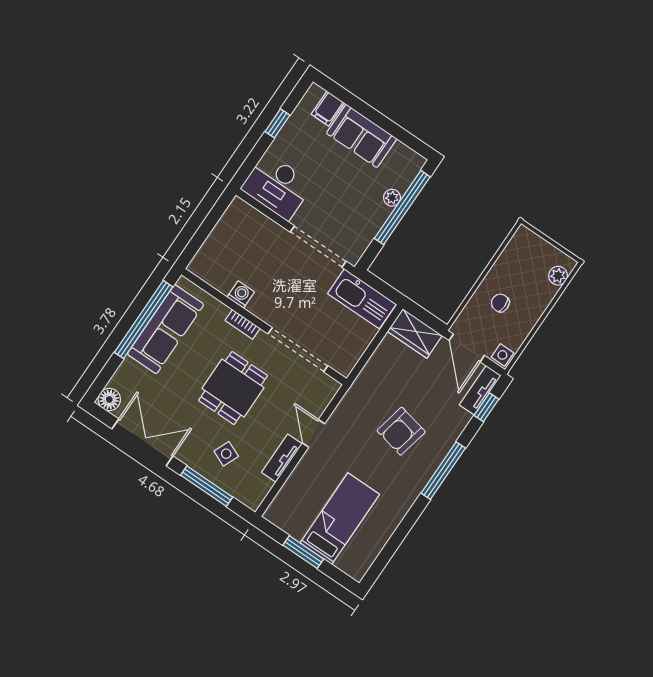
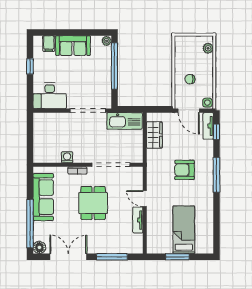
plant: (392, 198) -> (107, 41), moved
window: (144, 320) -> (30, 224), moved
wardrobe: (415, 333) -> (154, 135), moved, turned -90
armchair: (401, 431) -> (185, 170), turned 78
side table: (226, 454) -> (111, 236), removed

